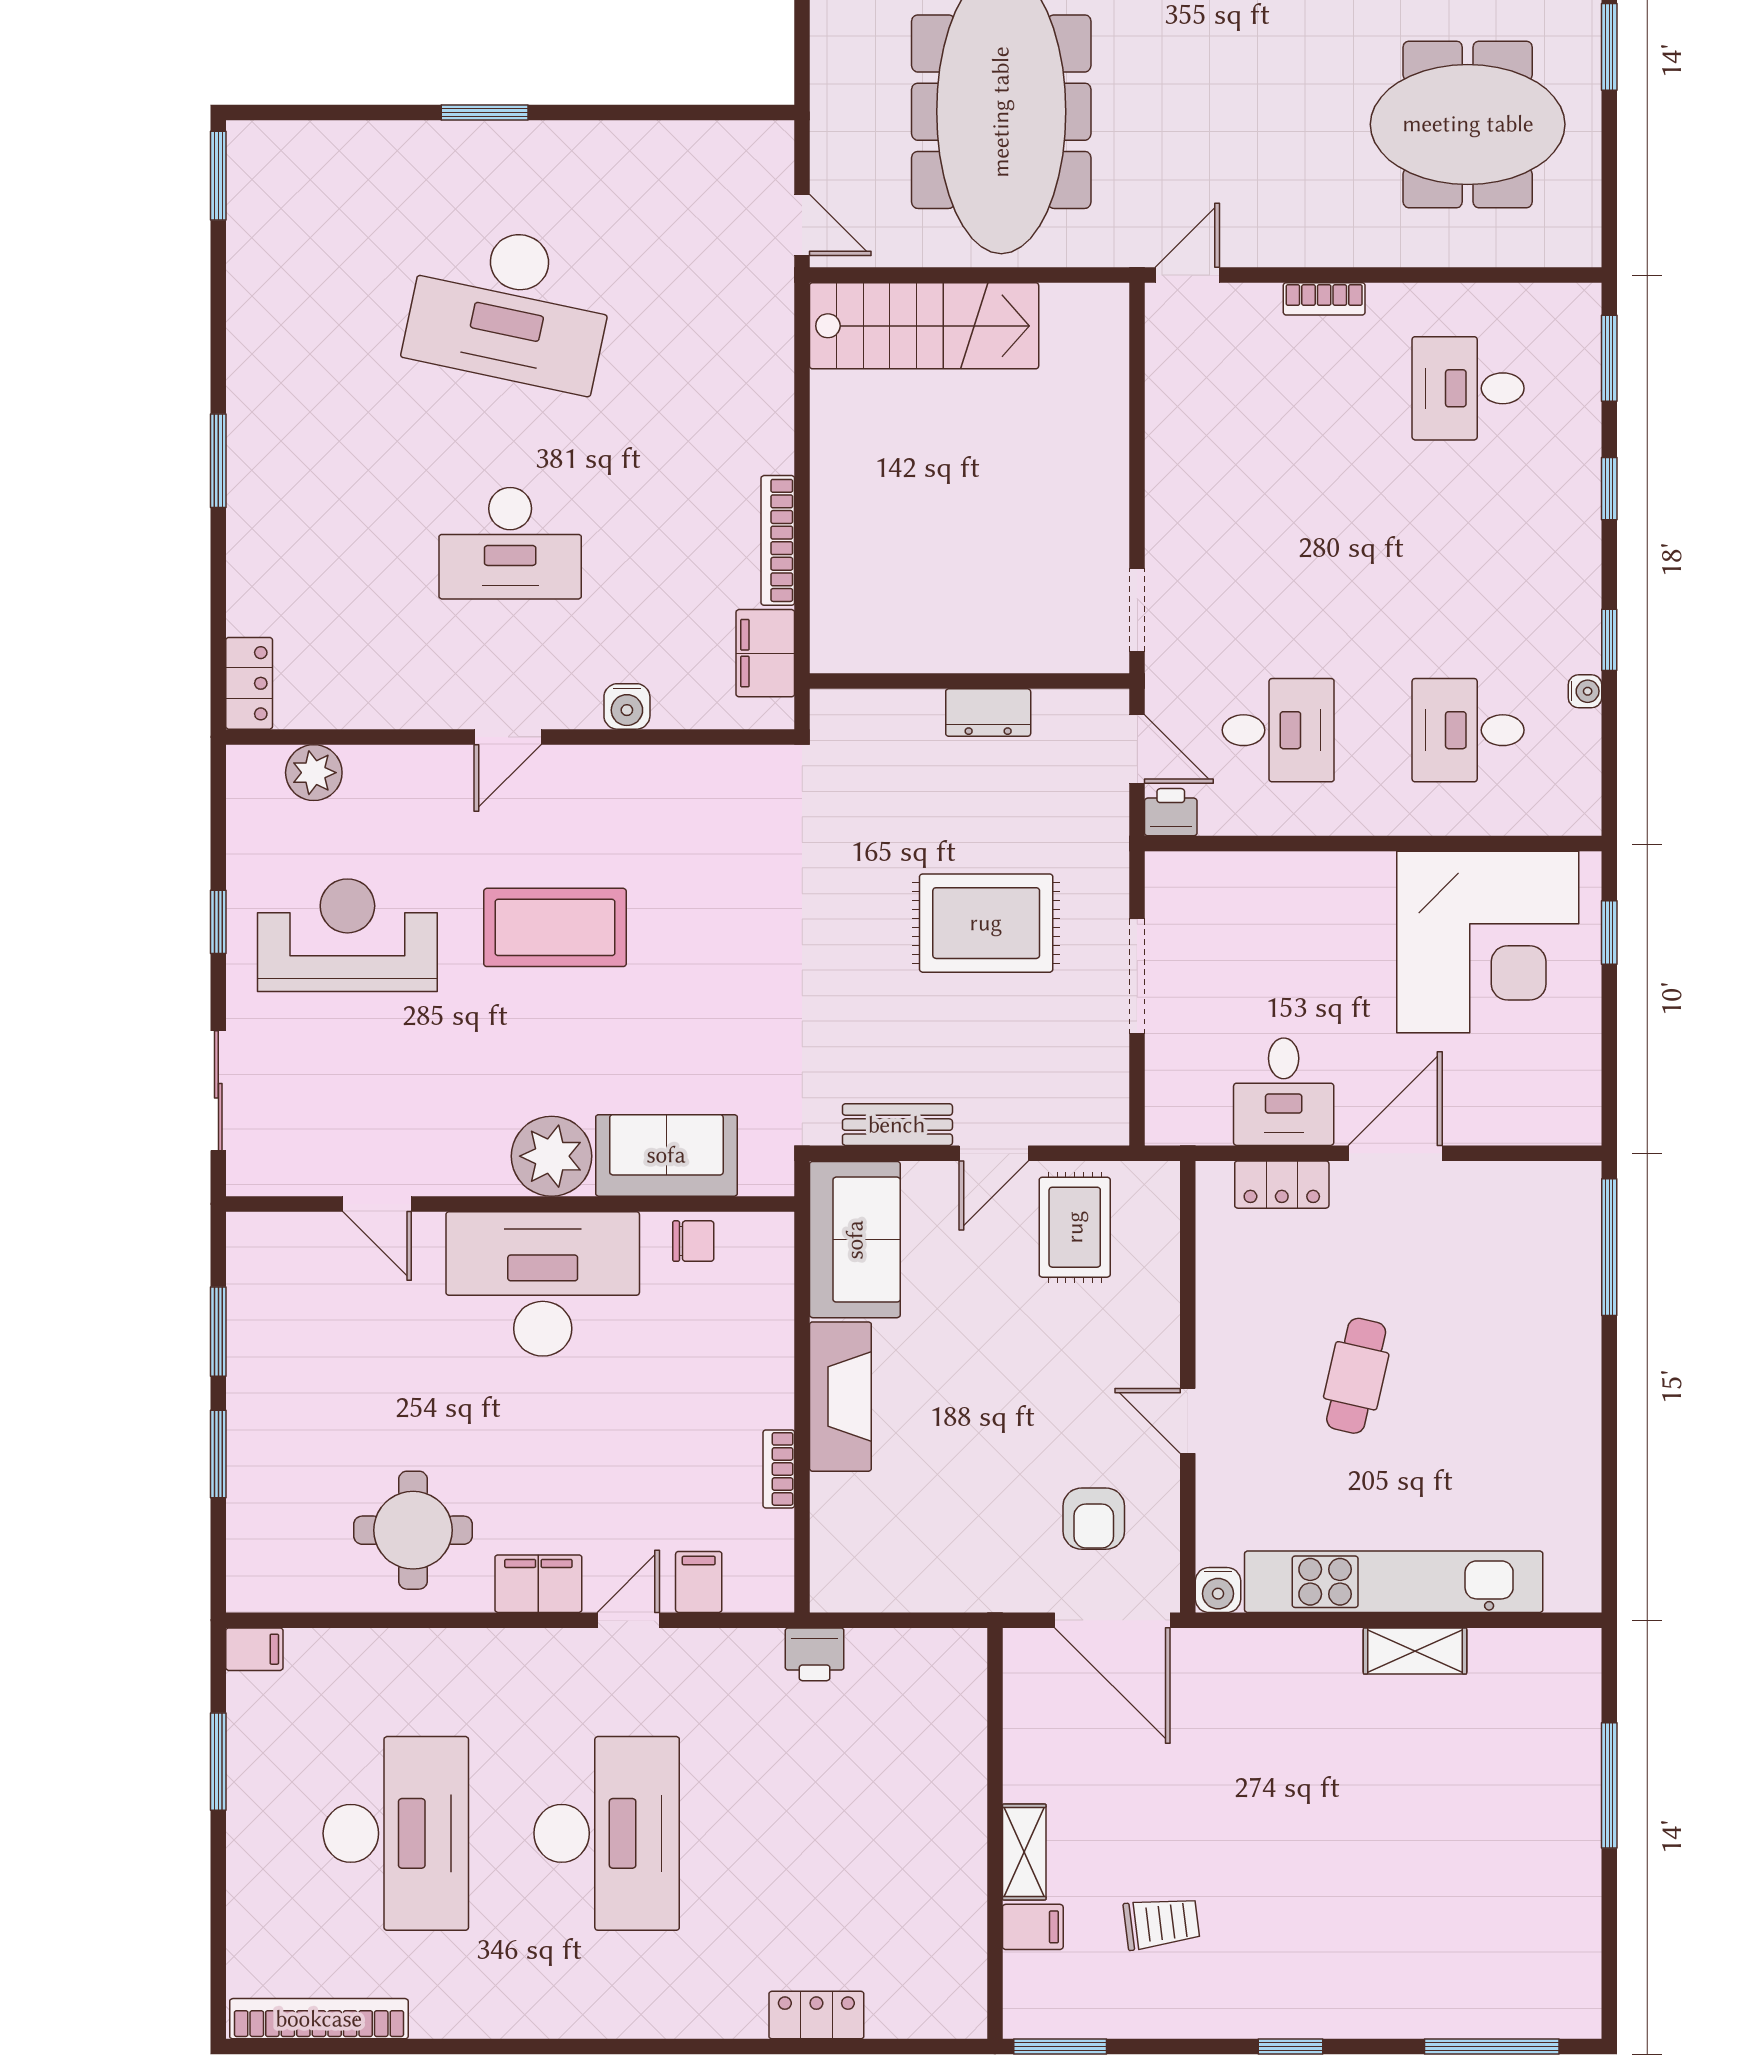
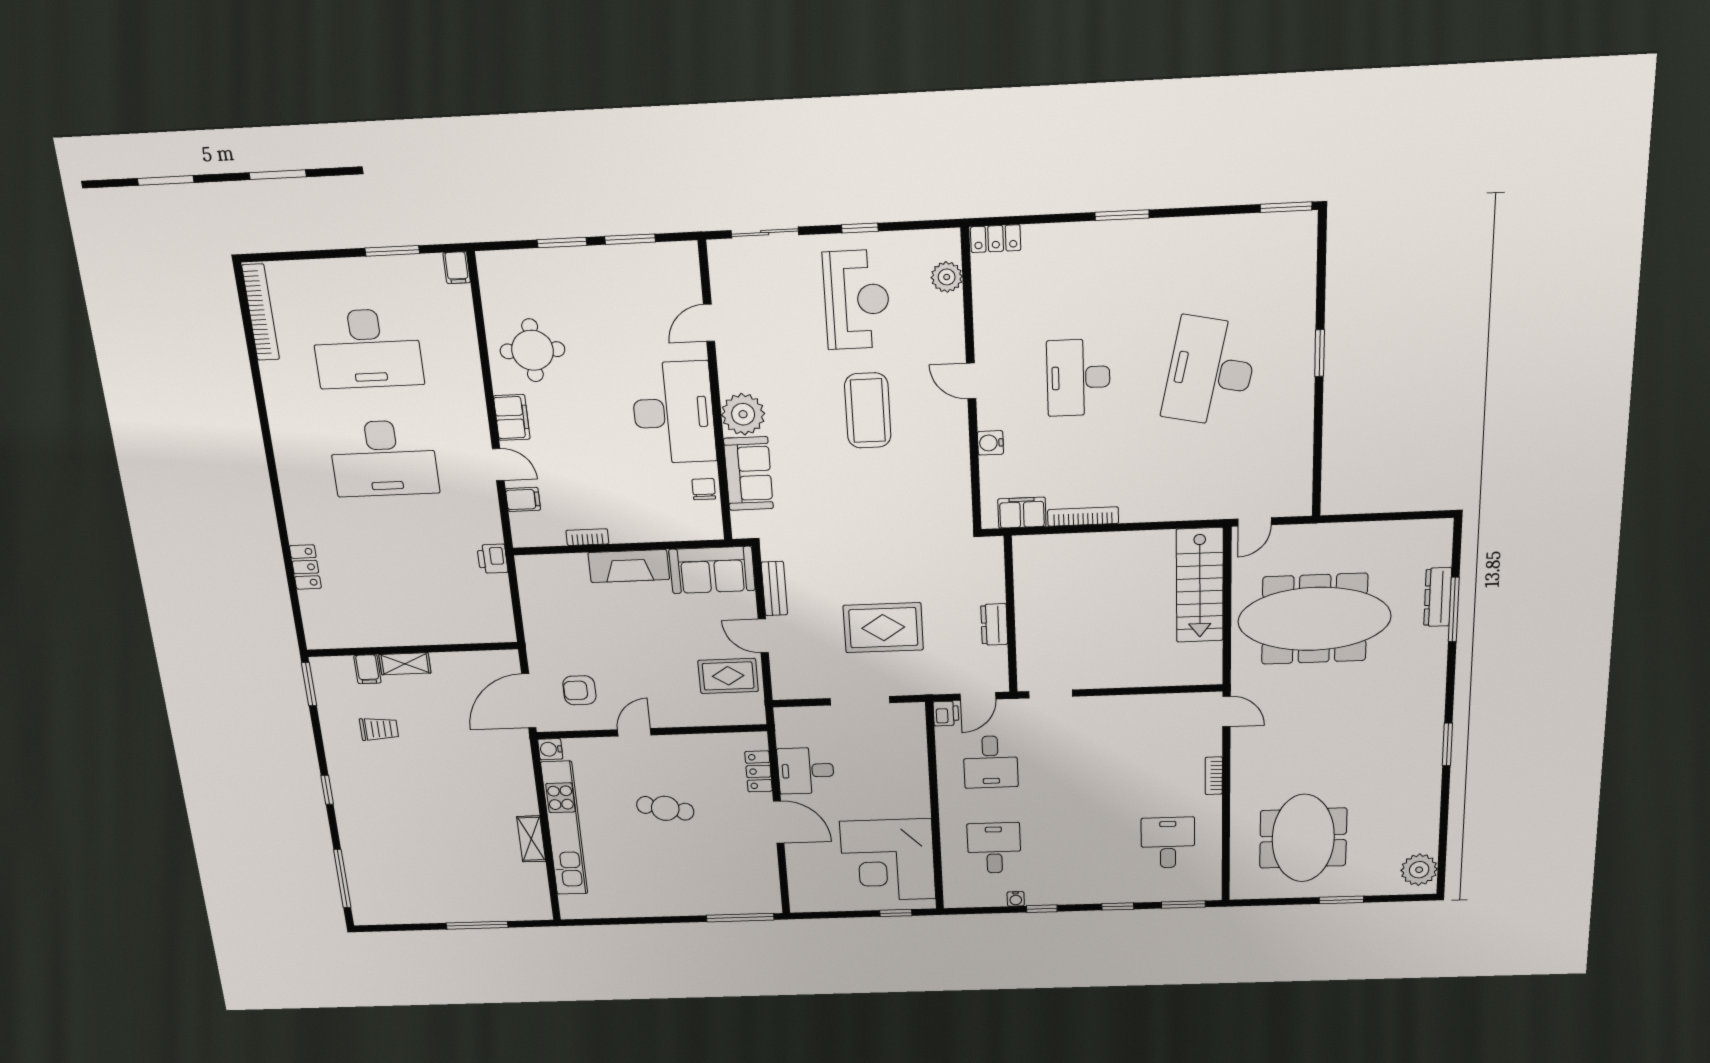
rug: (986, 923) -> (883, 628), turned 90
chair: (693, 1241) -> (704, 489), turned 180
trolley: (1162, 1923) -> (379, 729), turned -83

